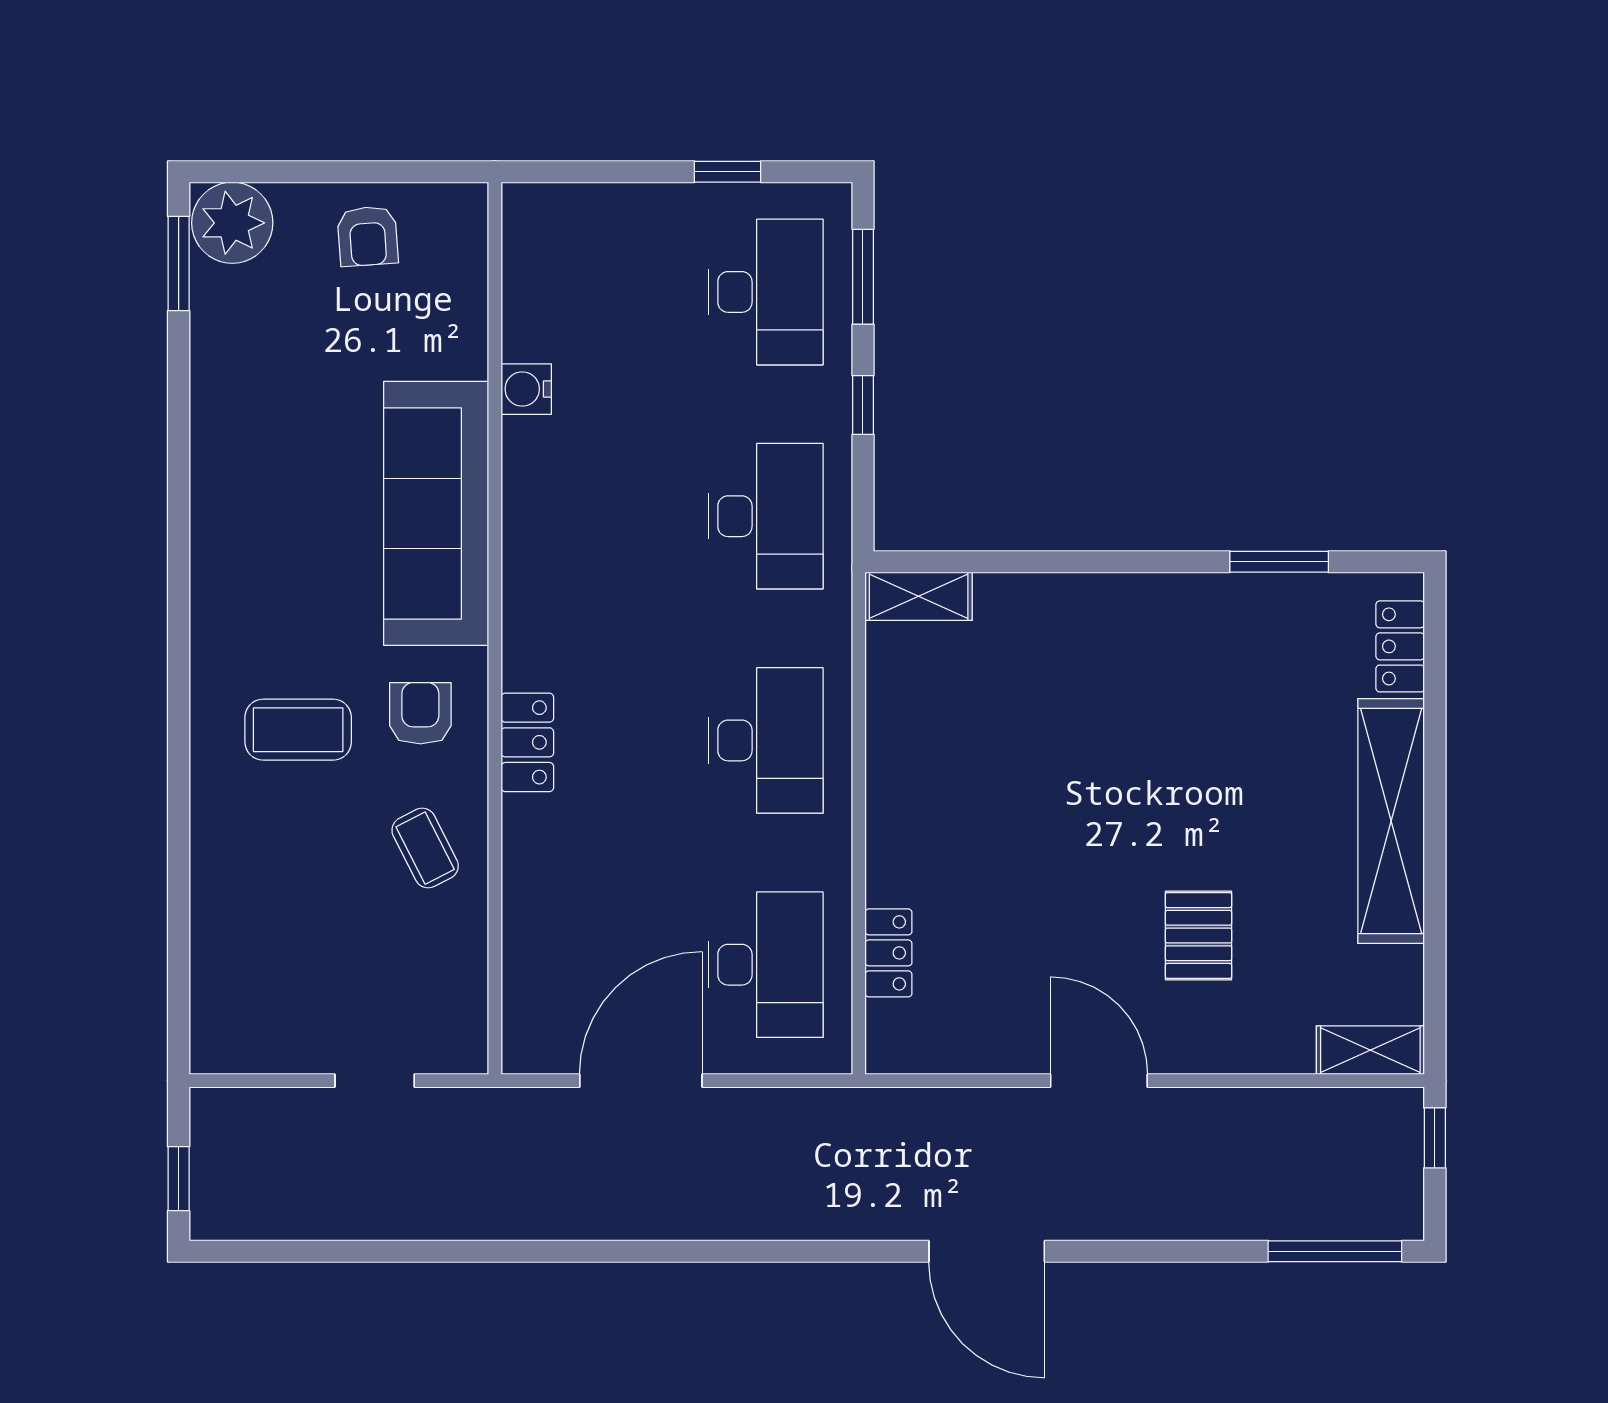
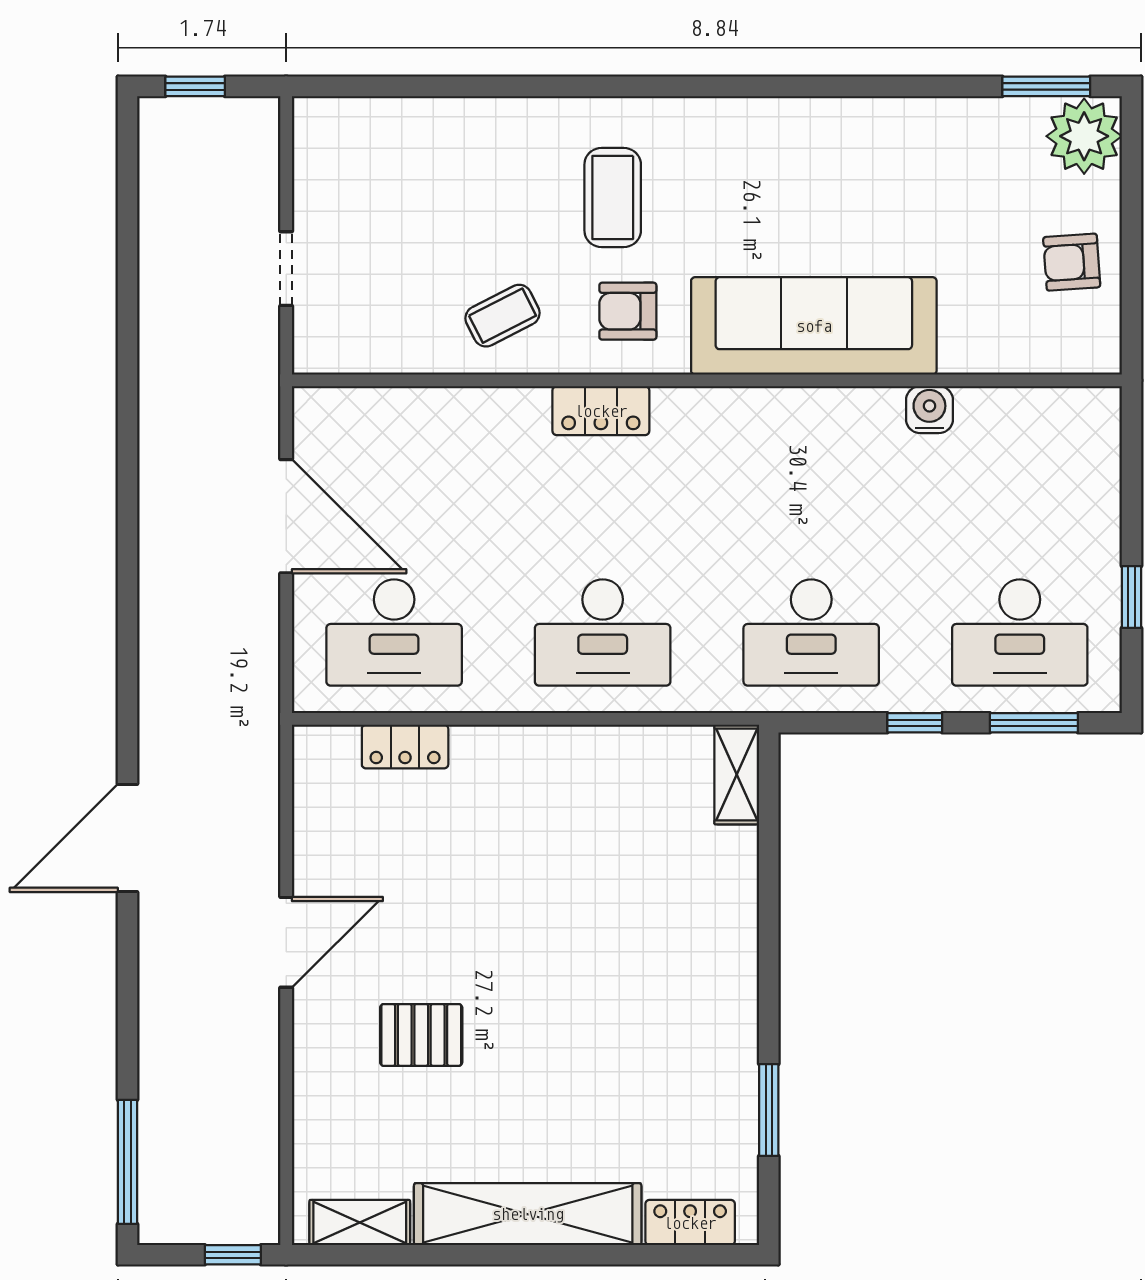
armchair: (420, 713) -> (628, 311), turned 180
shelving: (1370, 1050) -> (360, 1223), moved, turned 90

